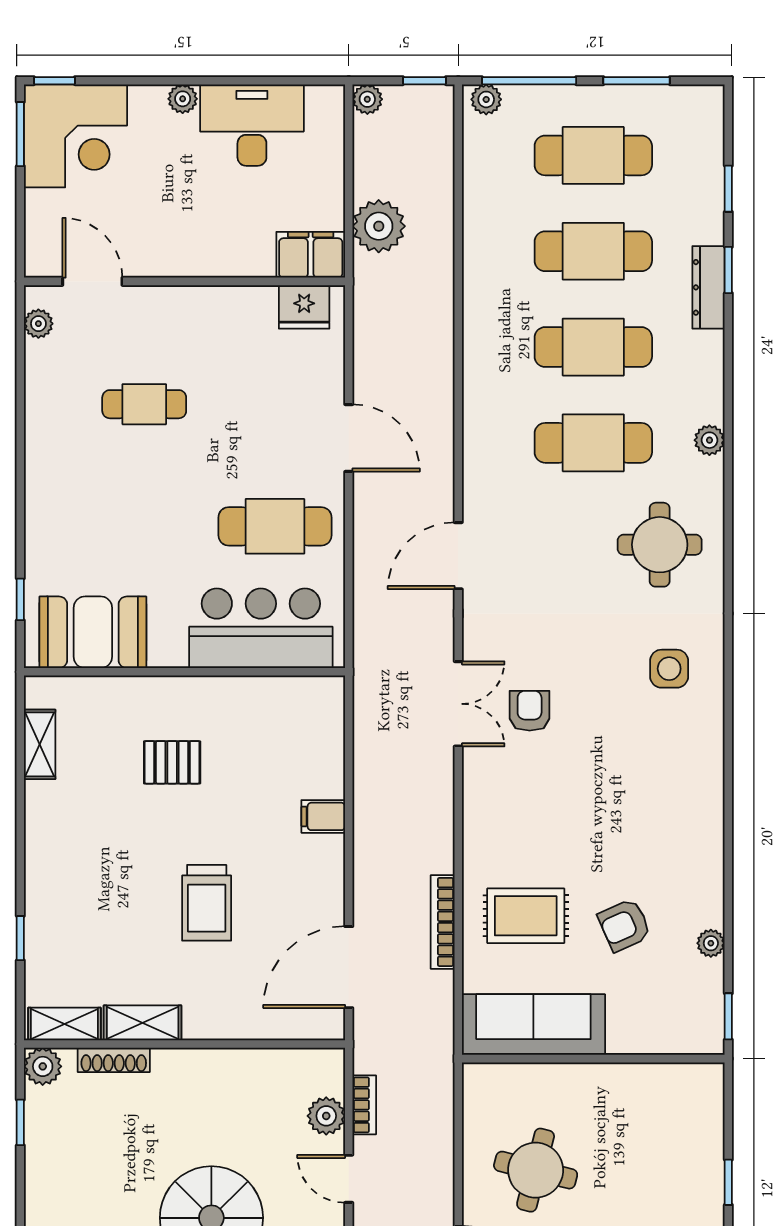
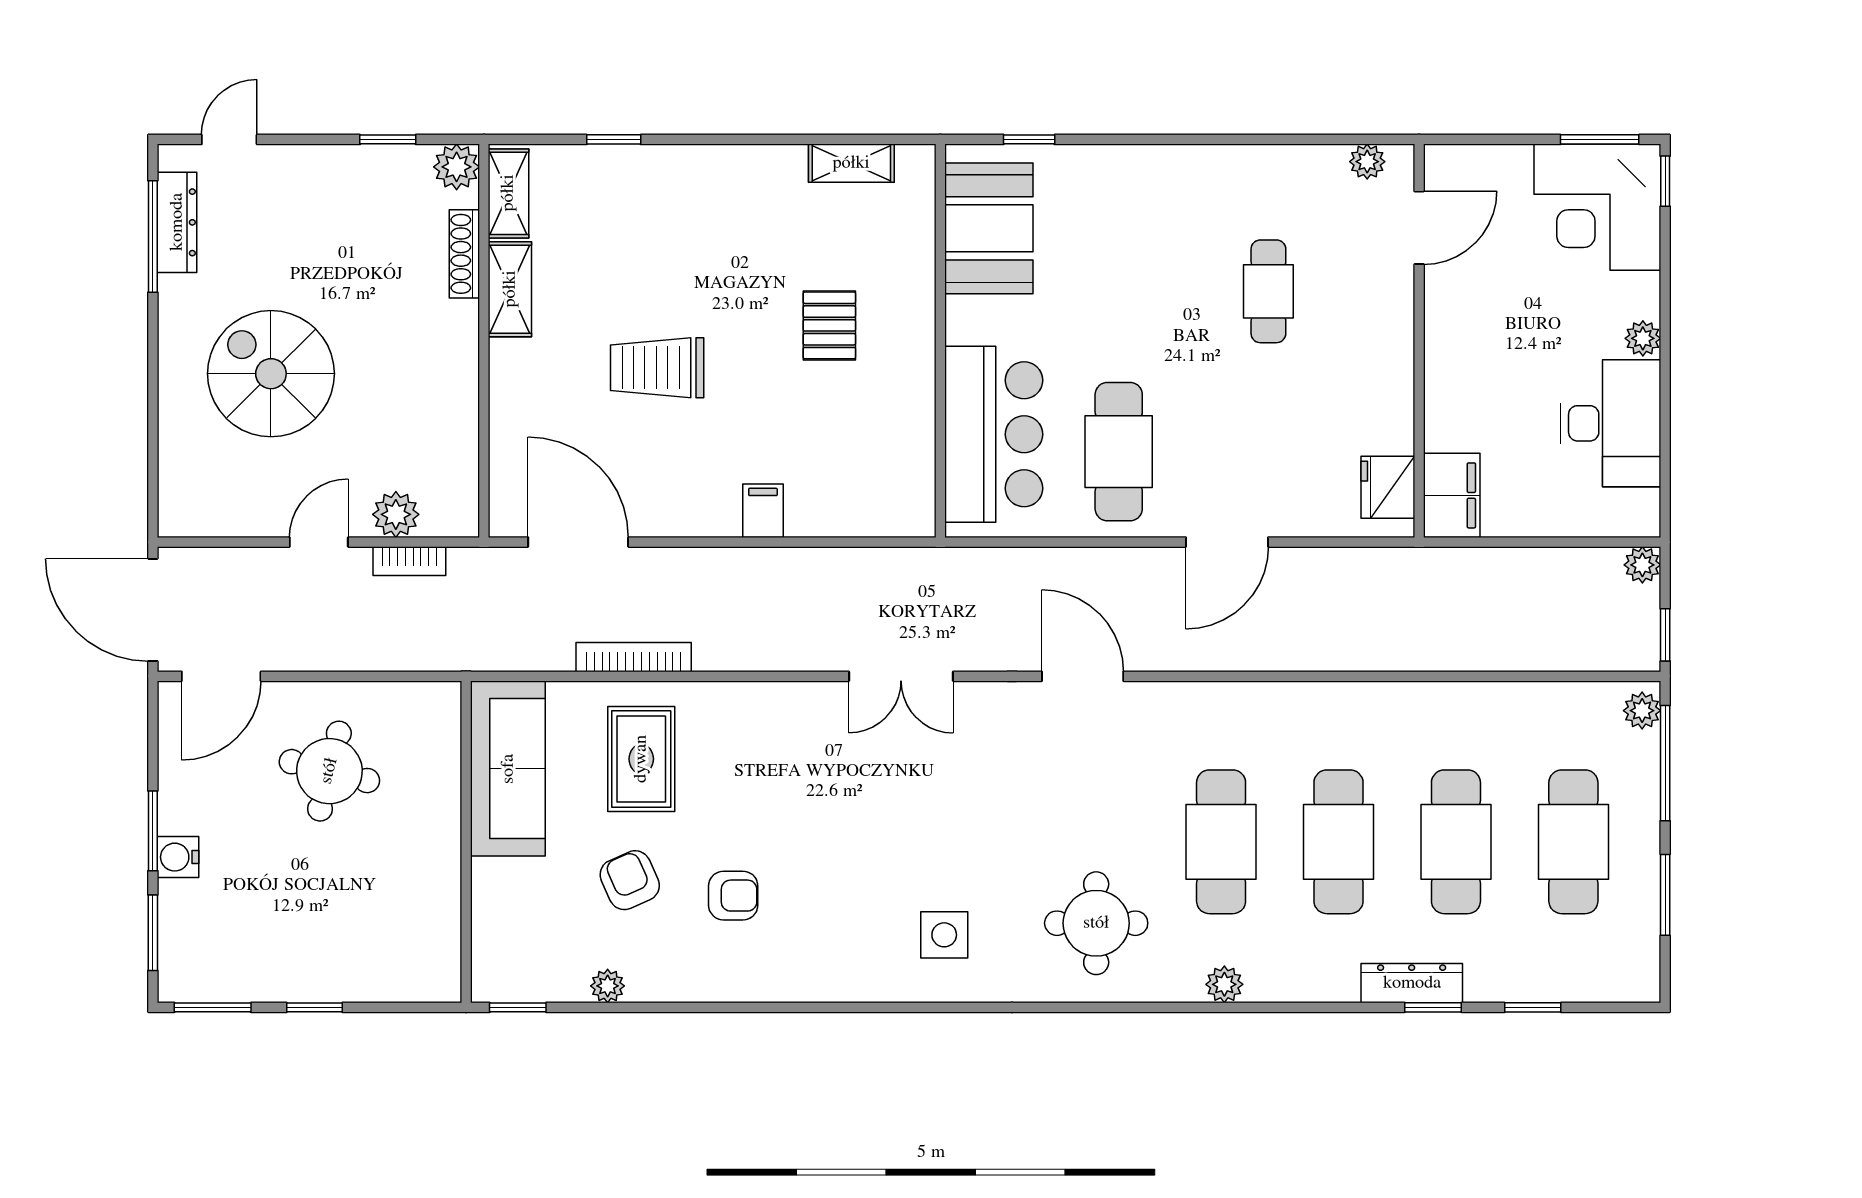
plant: (379, 226) -> (1487, 579), removed
armchair: (530, 711) -> (733, 896), moved

